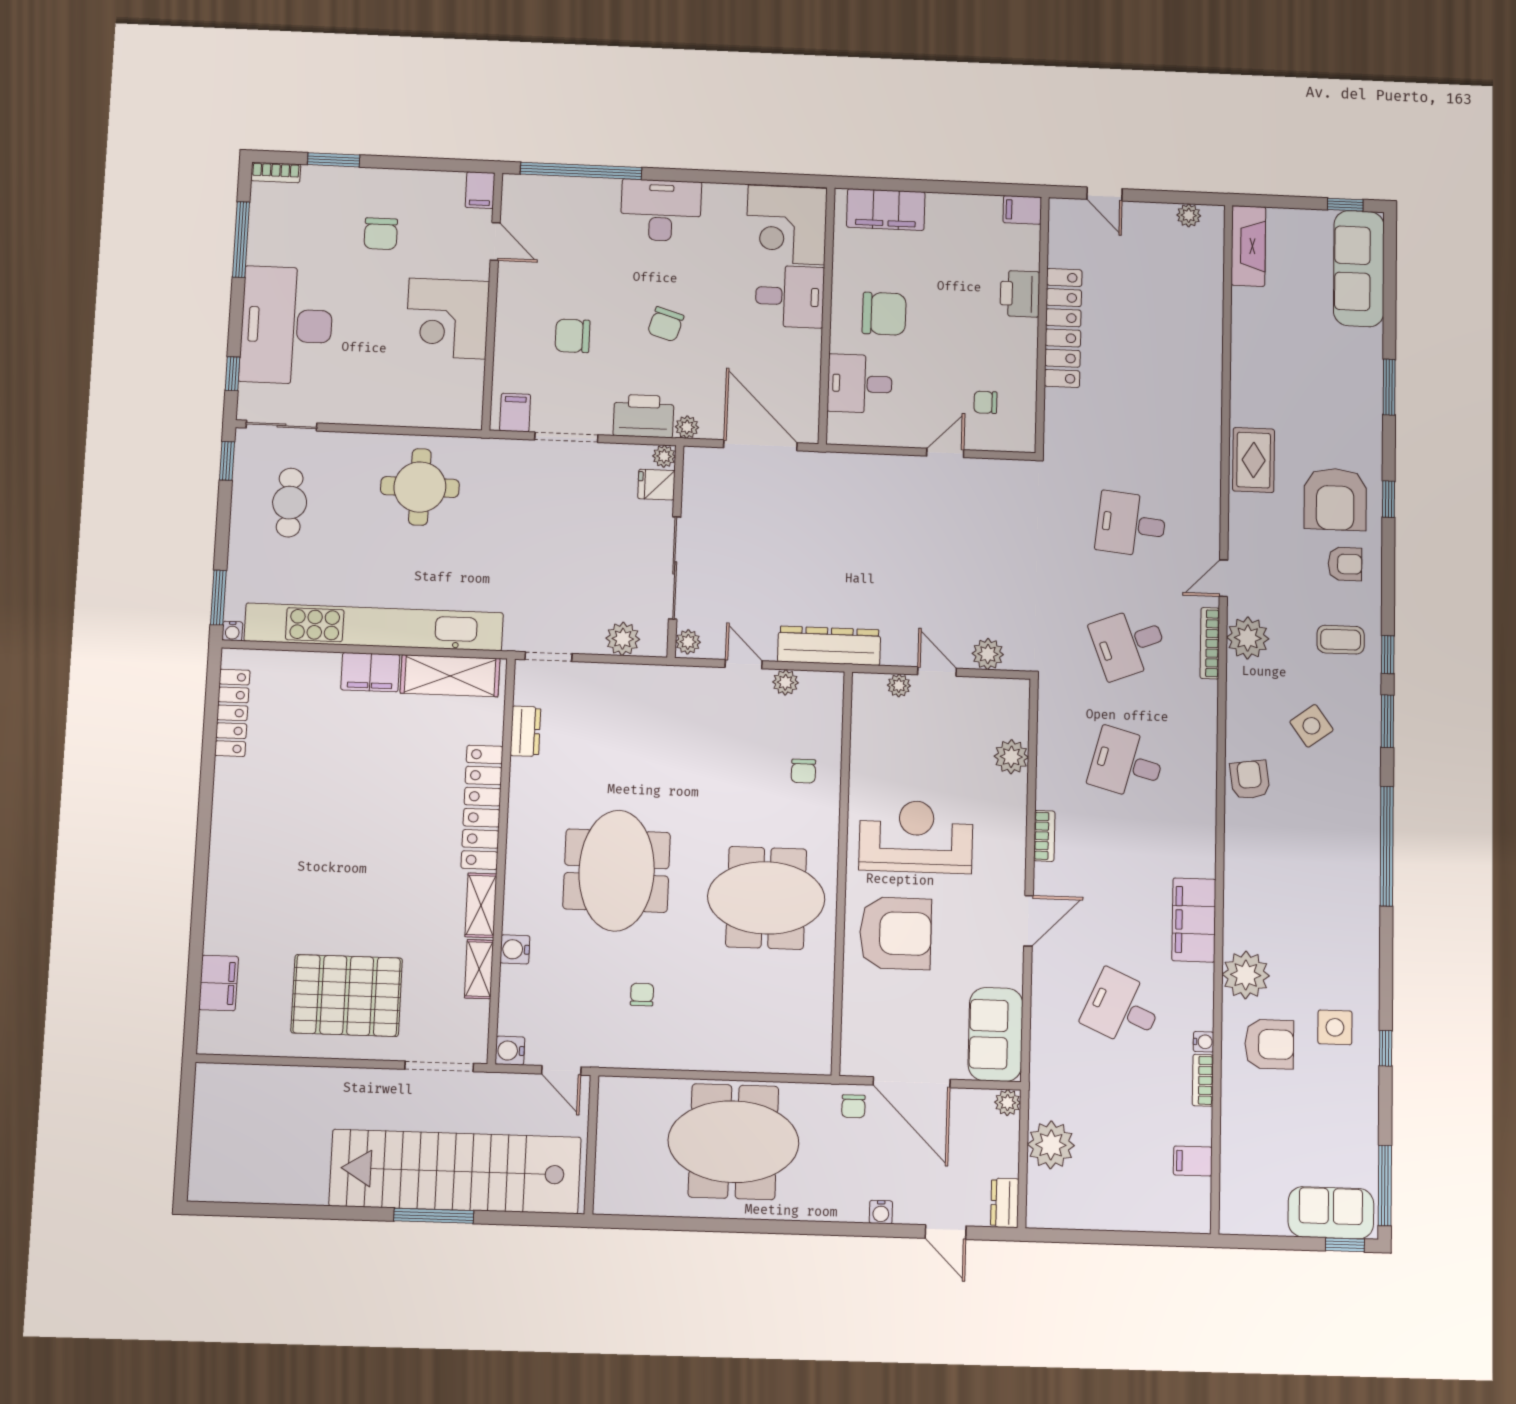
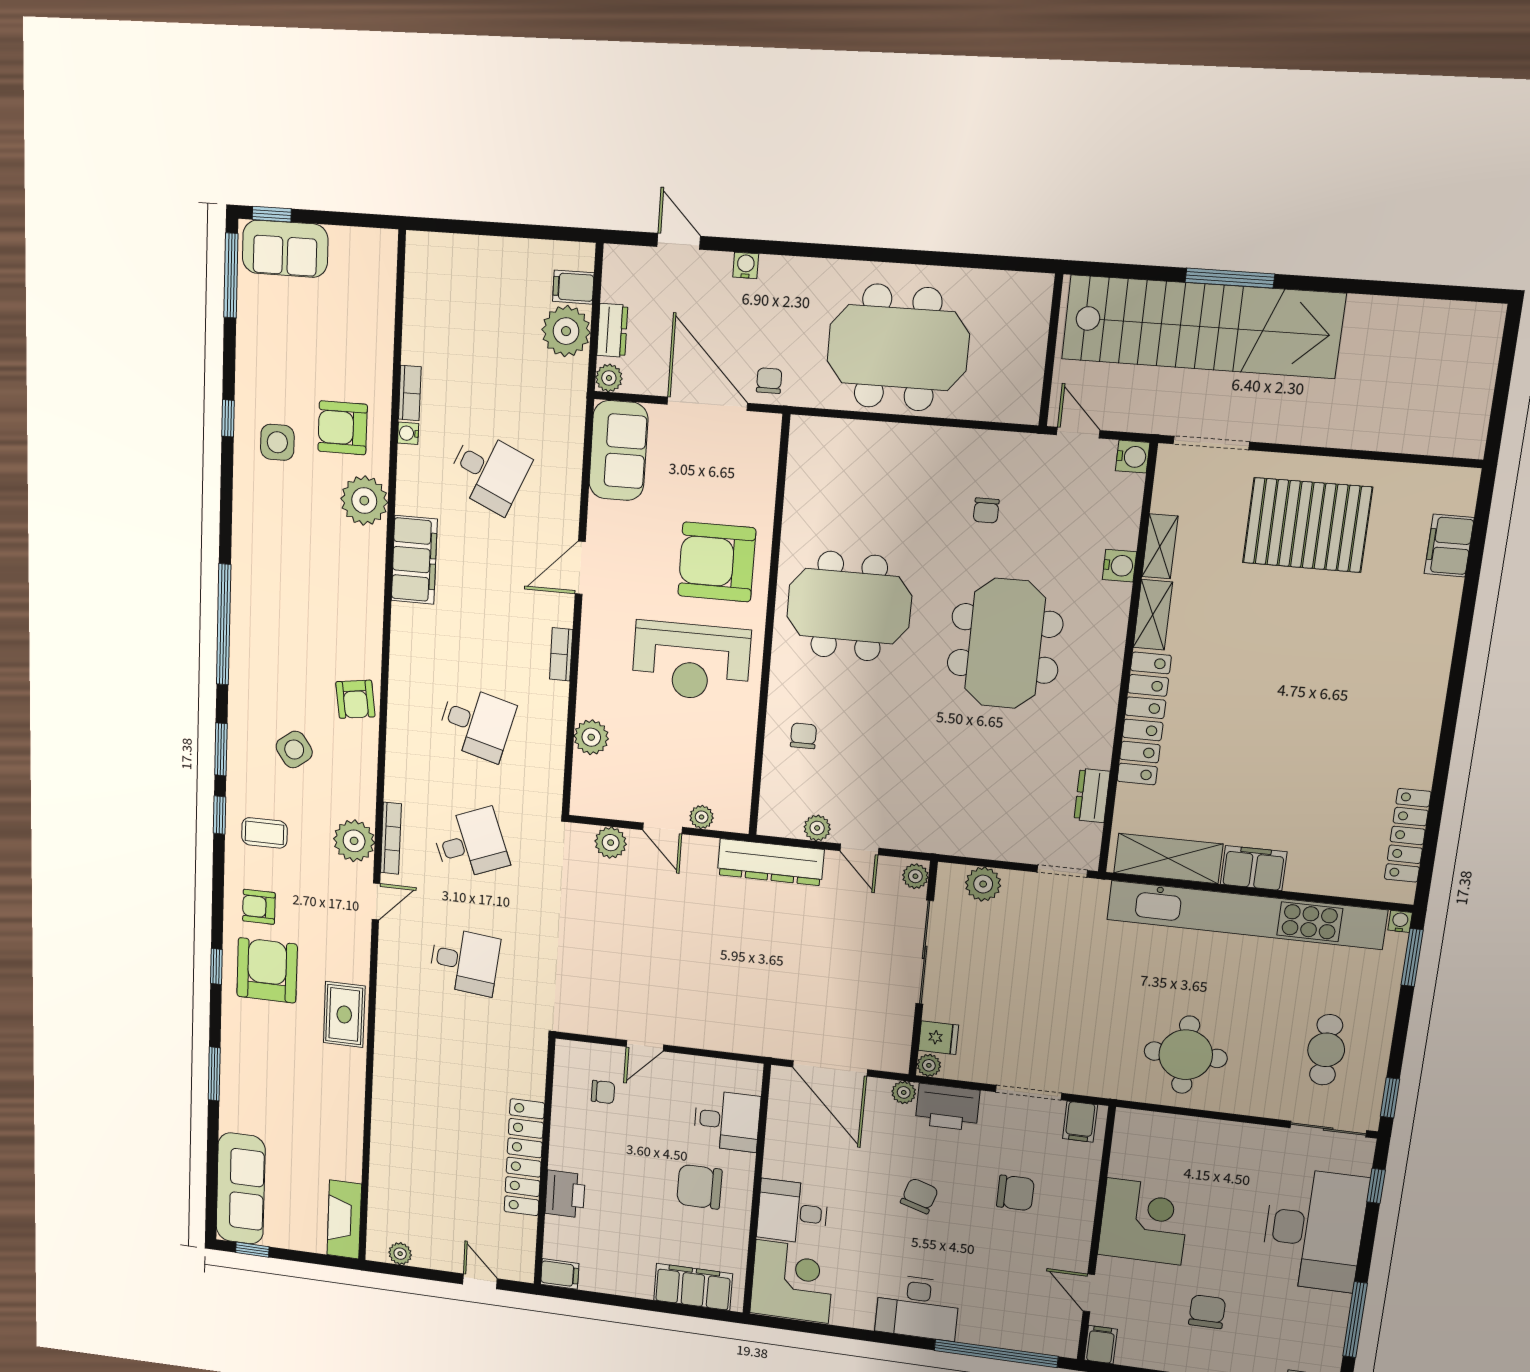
filing cabinet: (1193, 1161) -> (573, 287), moved, turned 180
dresser: (1005, 1203) -> (612, 330), moved

